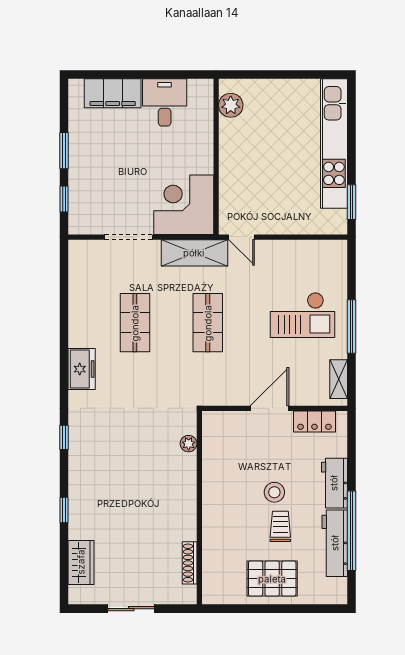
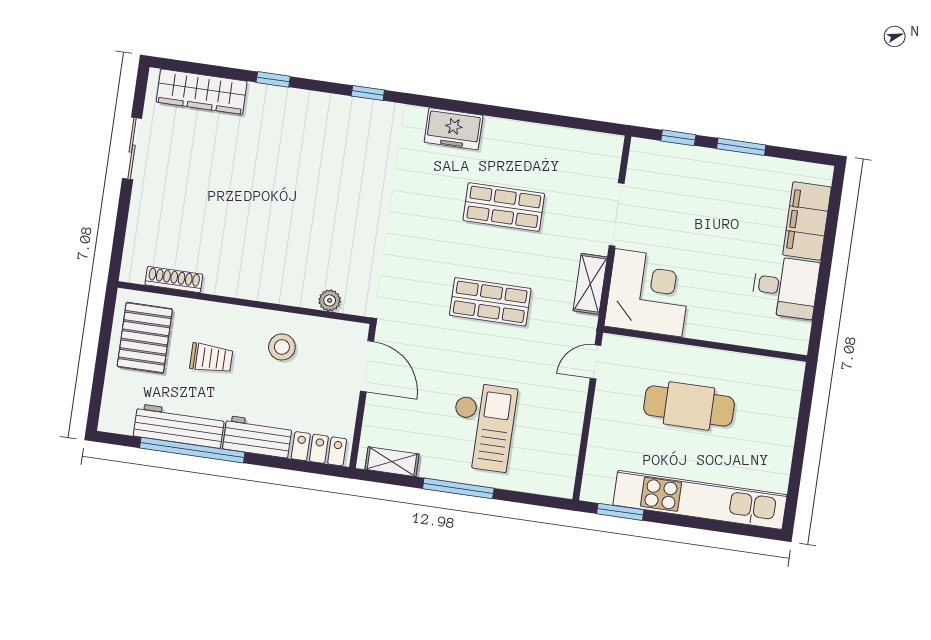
plant: (231, 105) -> (769, 373), removed
cafe table: (264, 162) -> (689, 406), added
shelving: (194, 253) -> (590, 284), width x0.67, depth x0.75
checkout: (303, 315) -> (483, 427), turned 180
locker: (314, 421) -> (319, 449), moved, turned 90
plant: (189, 444) -> (330, 300), moved
stool: (274, 492) -> (282, 347), moved
wall: (199, 508) -> (244, 303), moved
wardrobe: (81, 562) -> (202, 92), width x1.50
shoe rack: (190, 563) -> (174, 279), moved

